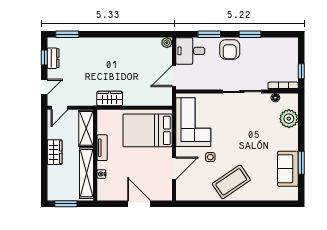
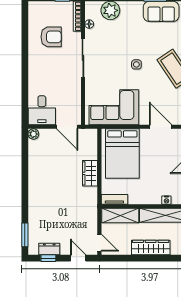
window: (209, 34) -> (25, 91), removed
window: (250, 34) -> (25, 50), removed
armchair: (230, 49) -> (51, 37), moved
wardrobe: (110, 99) -> (90, 173), moved
tv unit: (102, 148) -> (114, 199), moved
wardrobe: (55, 152) -> (151, 248), width x1.50
side table: (210, 157) -> (136, 64), moved

